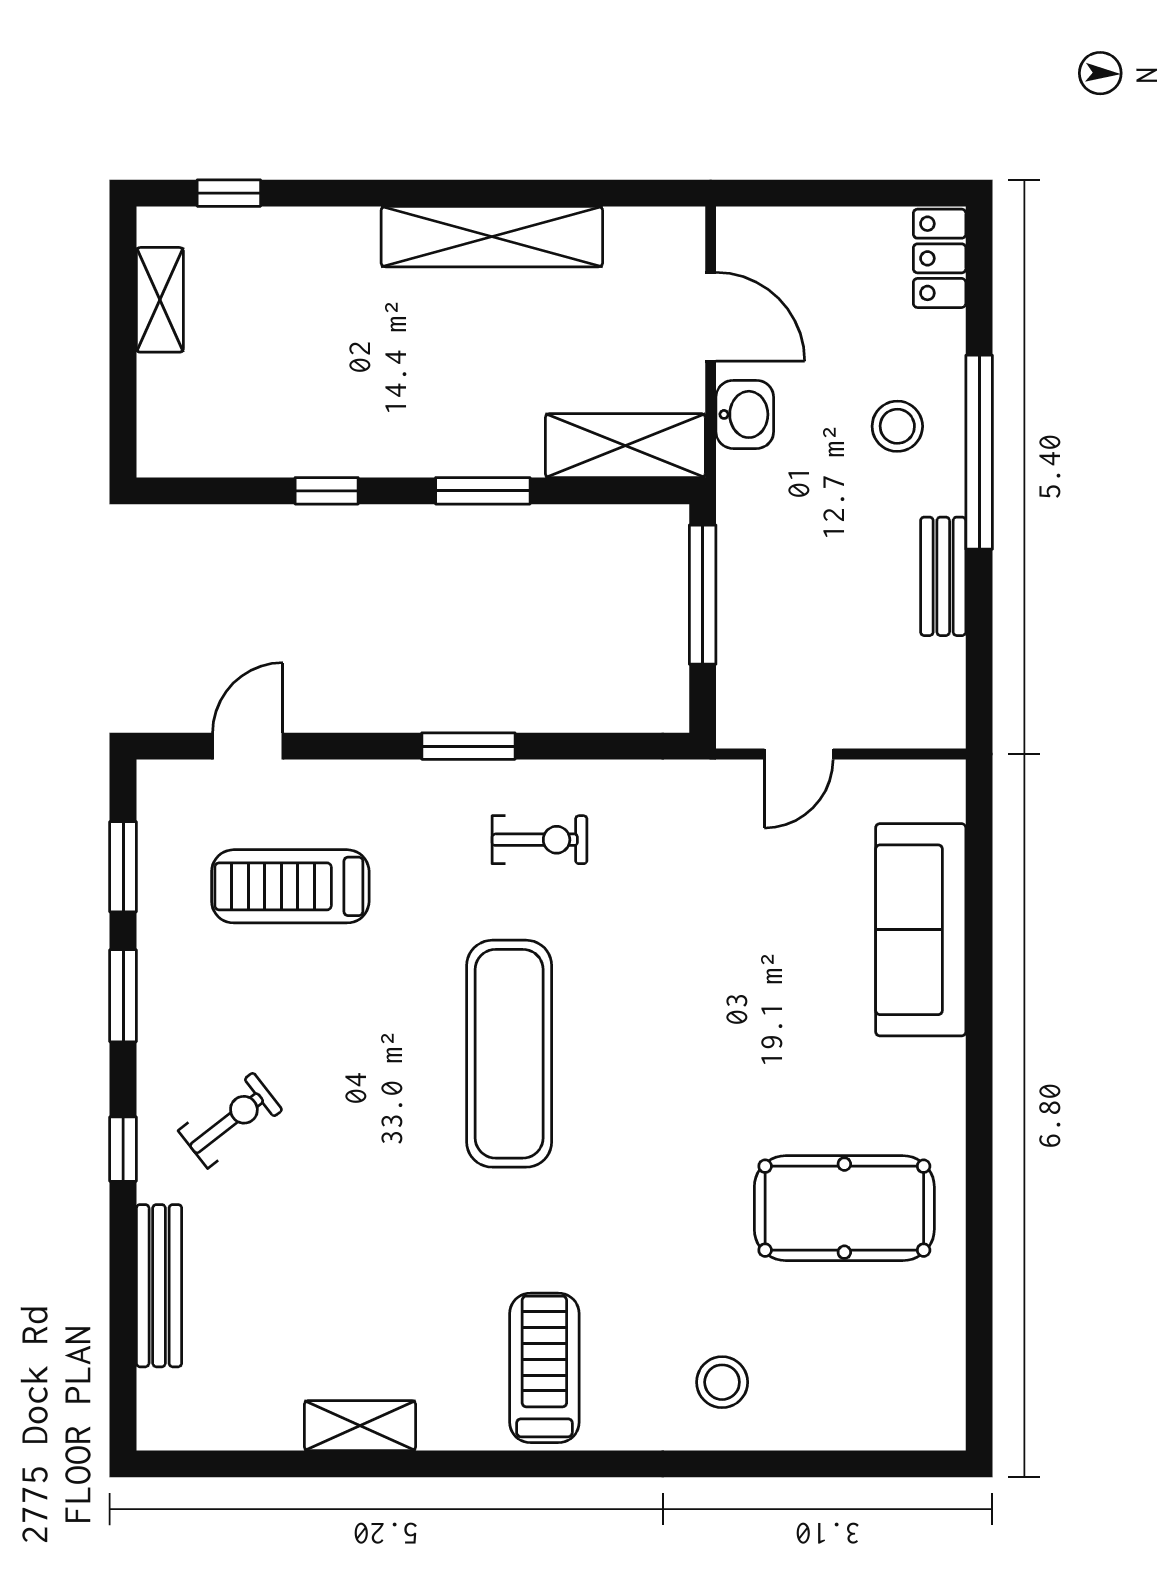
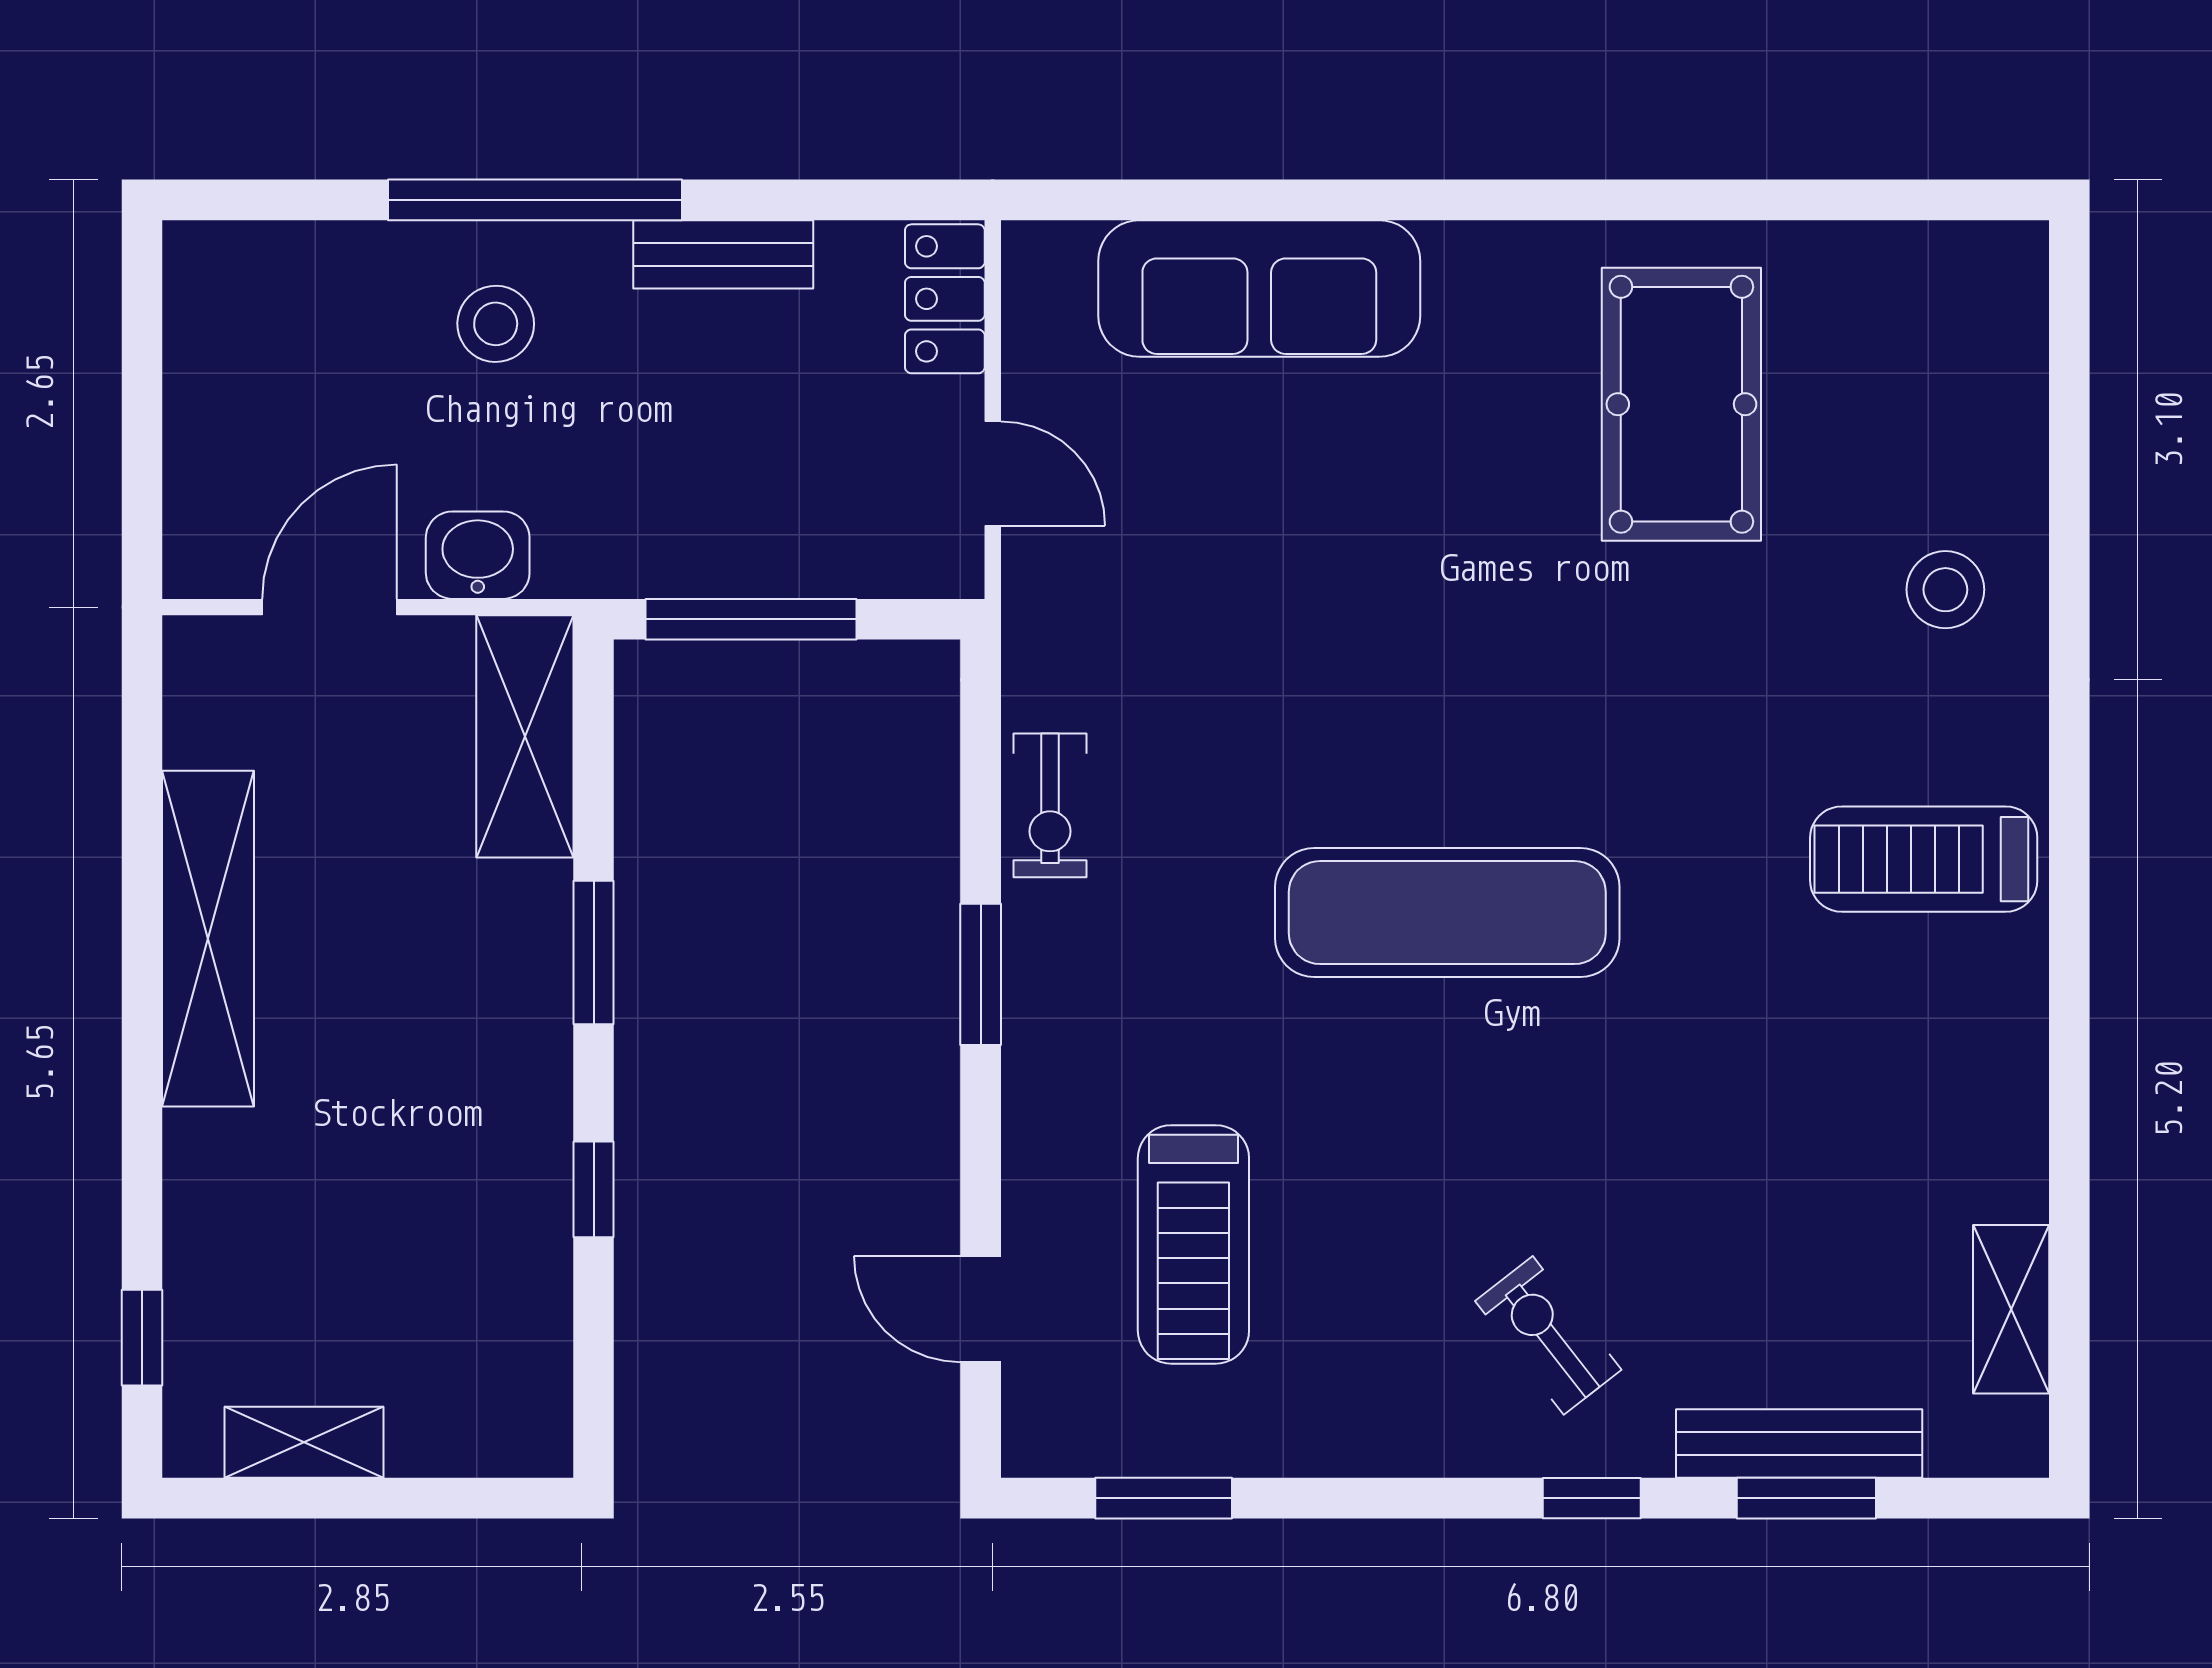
locker: (940, 258) -> (945, 299), moved, turned 90
exercise bike: (539, 840) -> (1050, 805), moved, turned 180
window: (123, 996) -> (1806, 1498), moved
shelving: (360, 1426) -> (2011, 1309), moved

